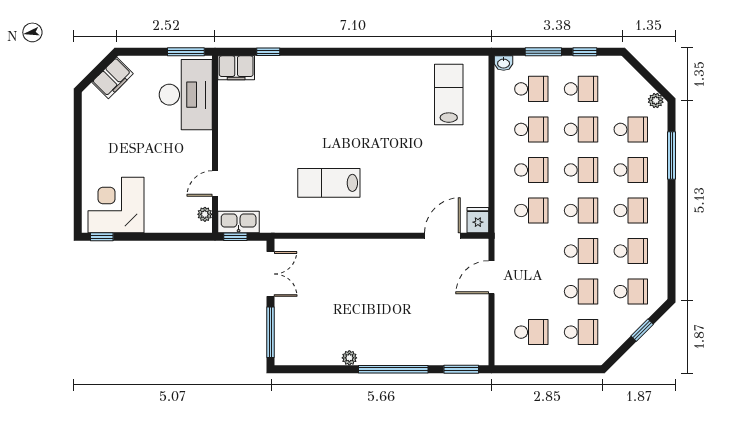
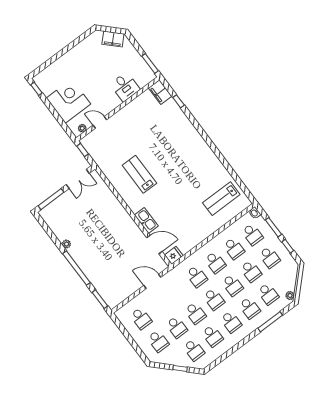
lab bench: (449, 94) -> (221, 199), turned 180
desk: (186, 95) -> (125, 87), width x0.53, depth x0.77
corner desk: (116, 205) -> (68, 101), moved
kitchen sink: (239, 222) -> (146, 220), moved

